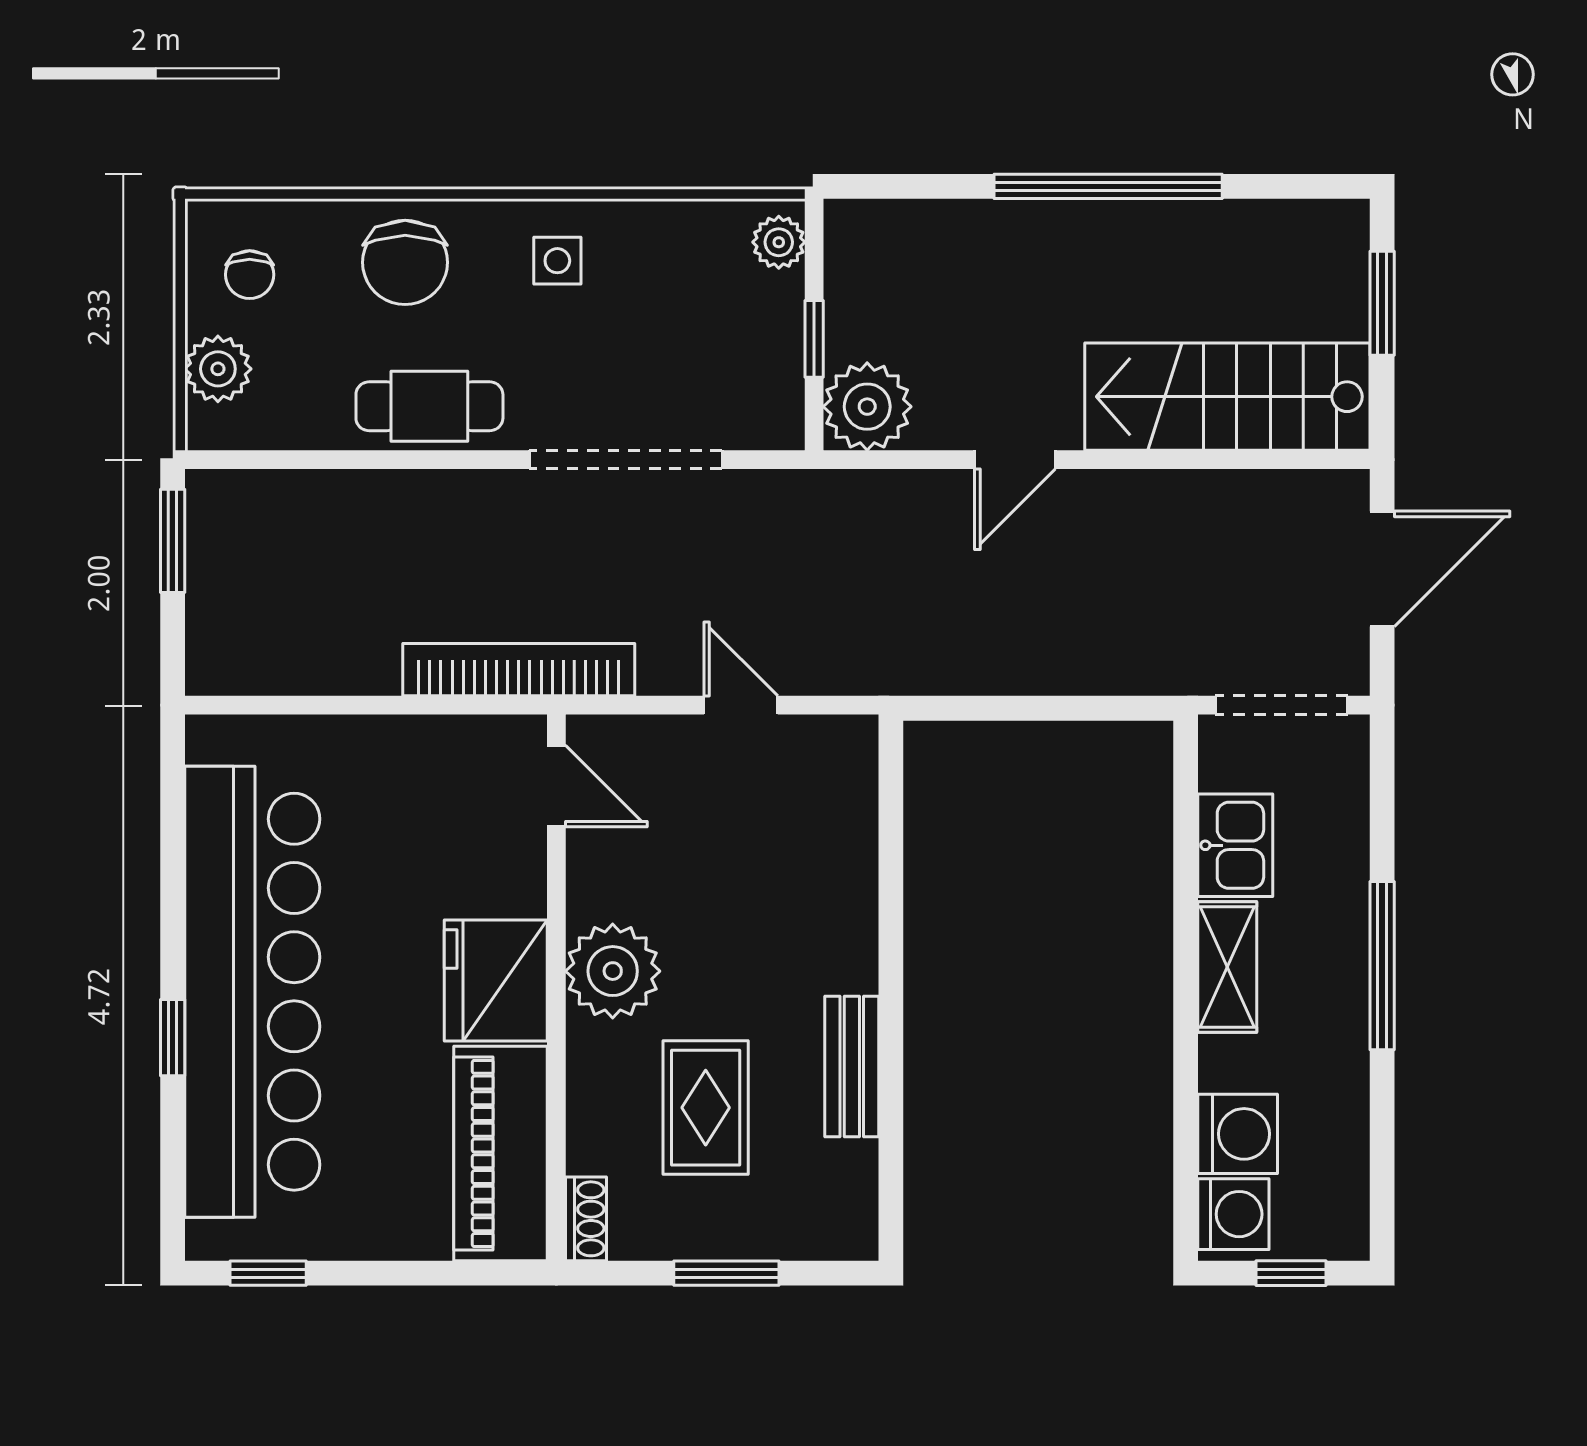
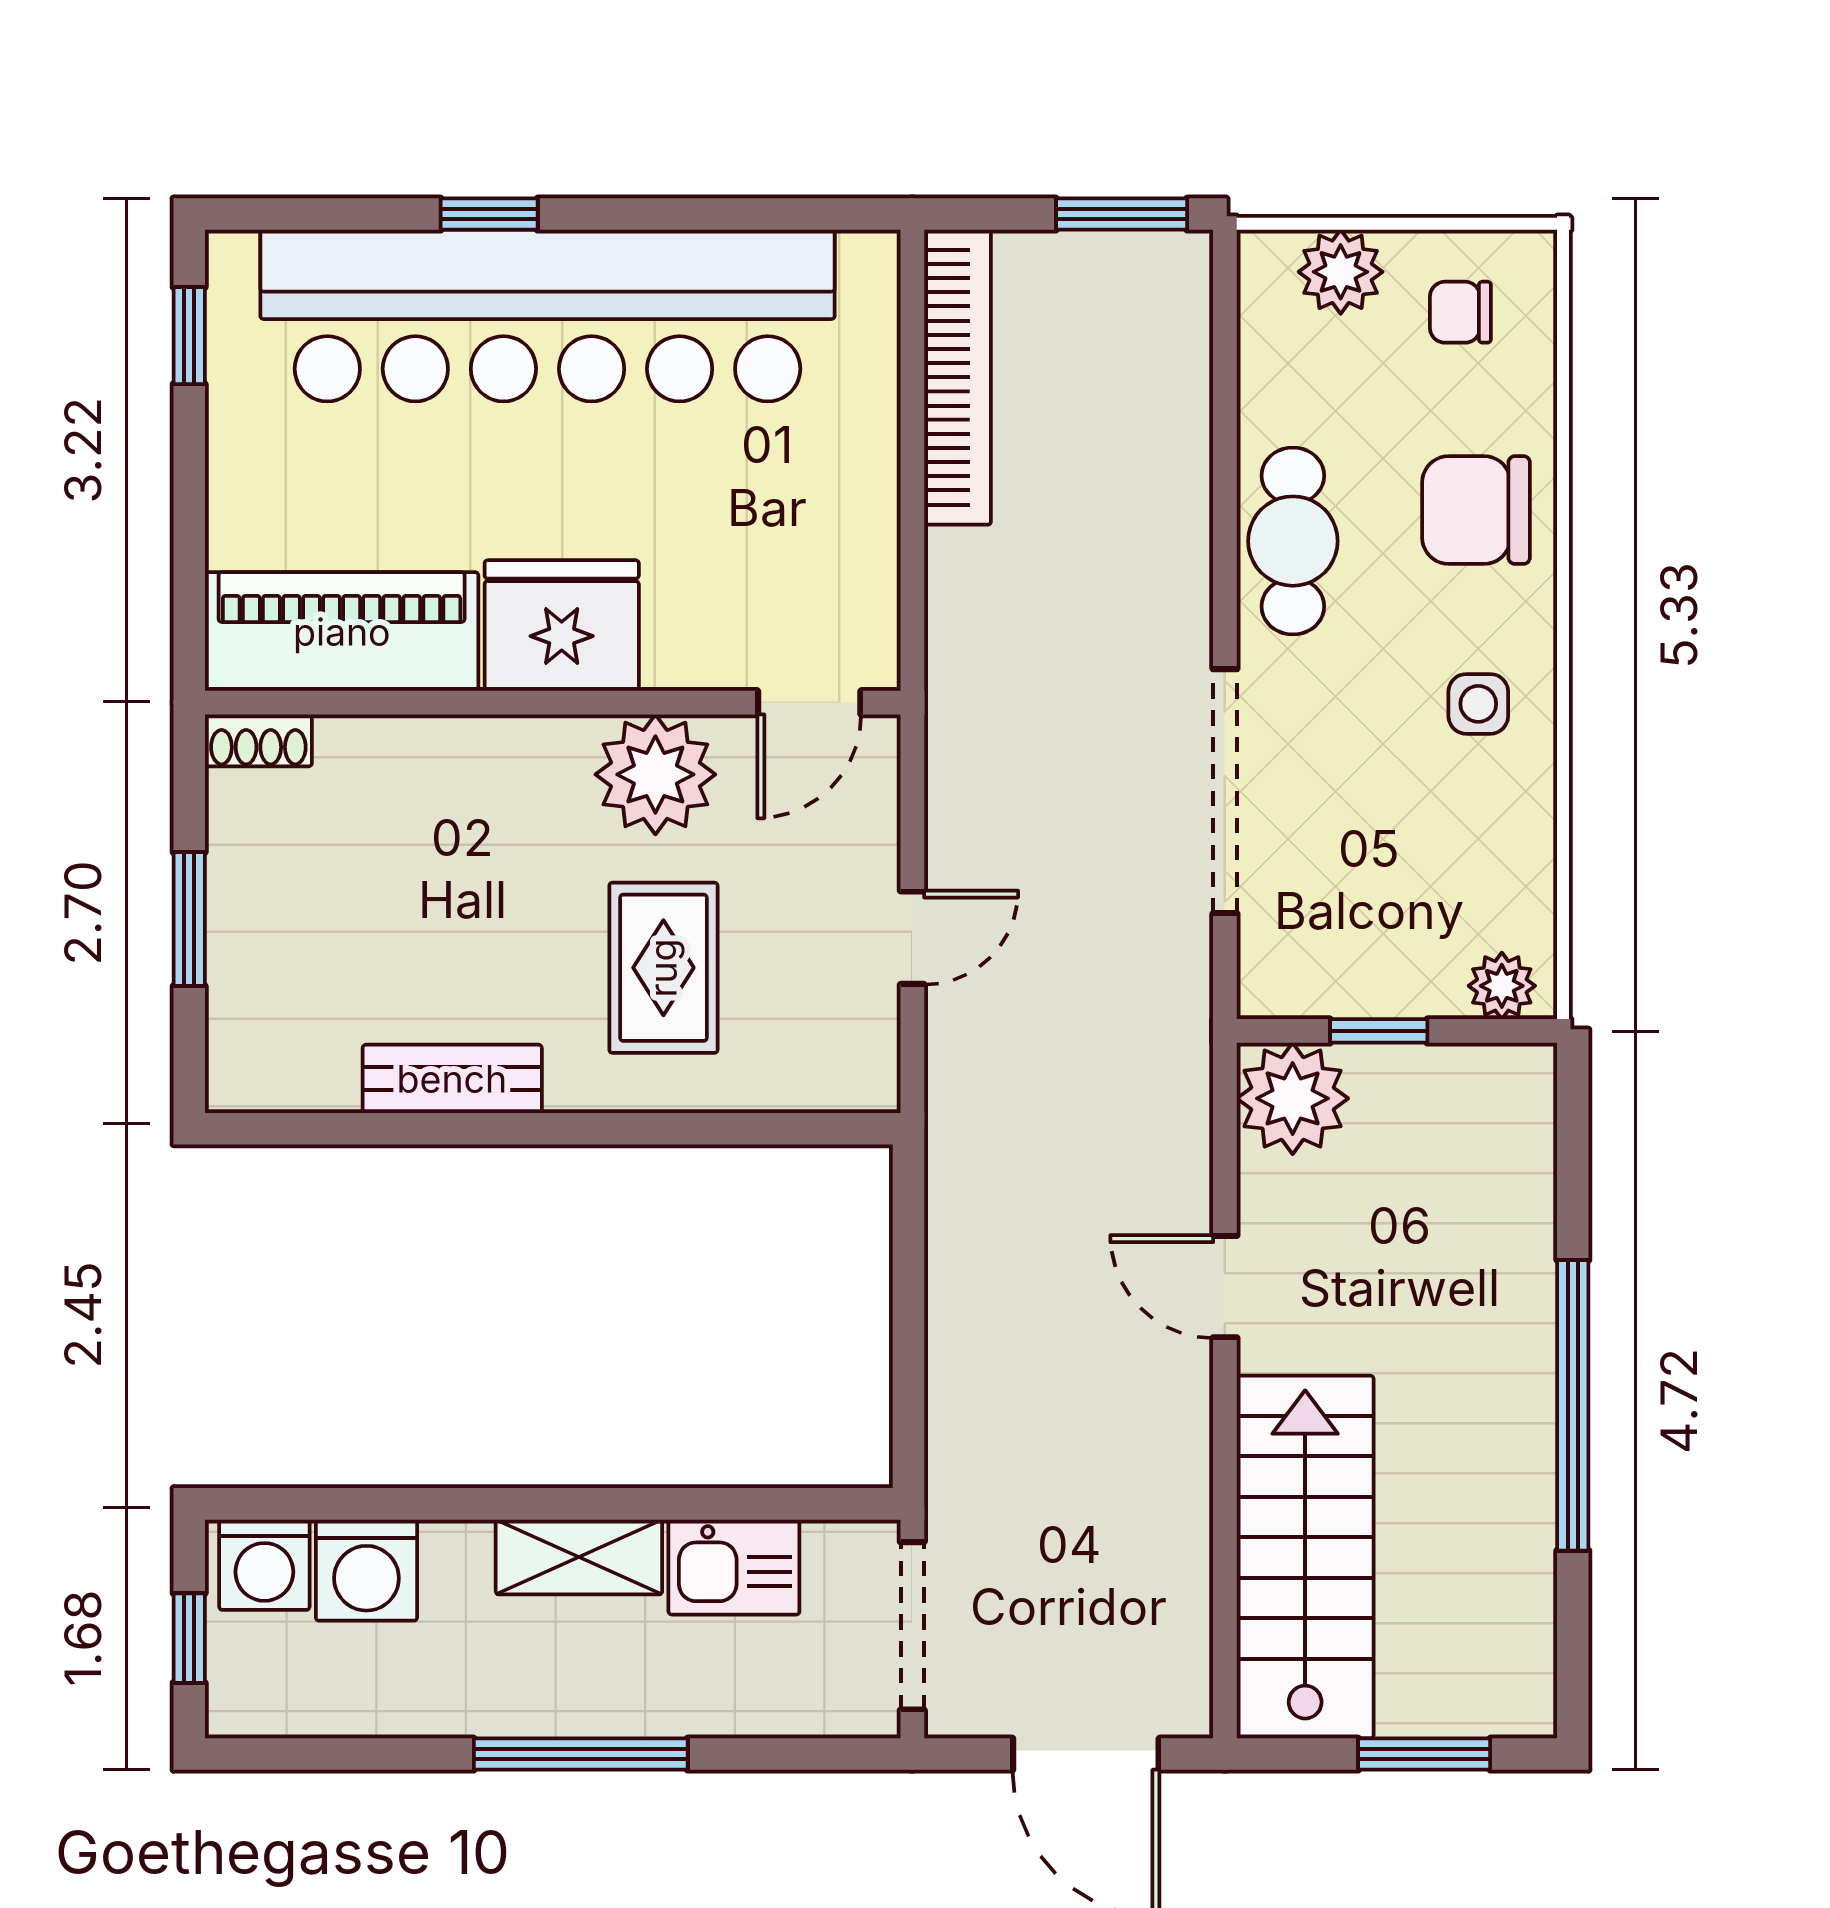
bookcase: (519, 670) -> (958, 377), moved
plant: (613, 971) -> (655, 774), moved
rug: (706, 1108) -> (663, 968), moved, turned 90

